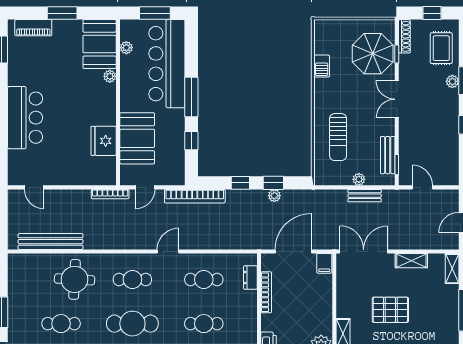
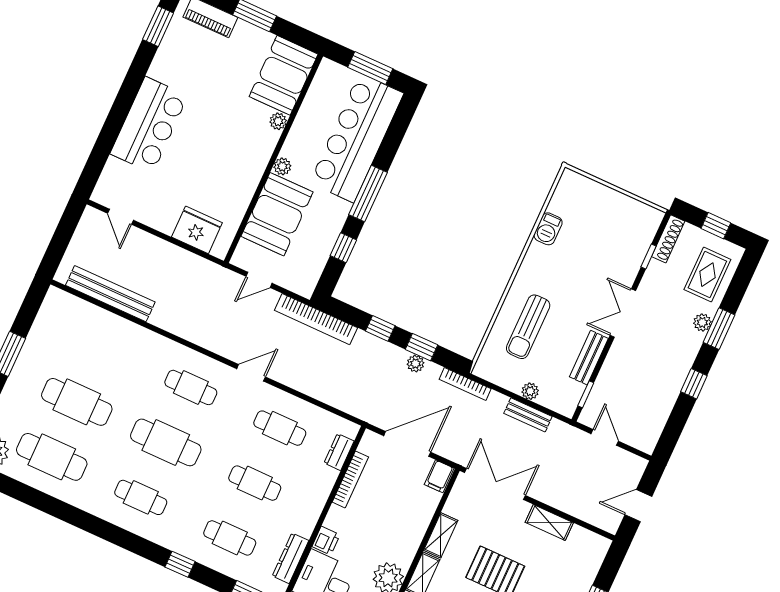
plant: (126, 48) -> (282, 166), moved
parasol: (373, 54) -> (619, 242), removed
fridge: (104, 141) -> (197, 230), moved, turned 90
bench: (388, 155) -> (589, 358), moved
bookcase: (110, 194) -> (465, 384), moved
shelving: (452, 269) -> (441, 535), moved
round table: (75, 279) -> (119, 354), removed
cafe table: (61, 324) -> (77, 402), width x1.37, depth x1.35

